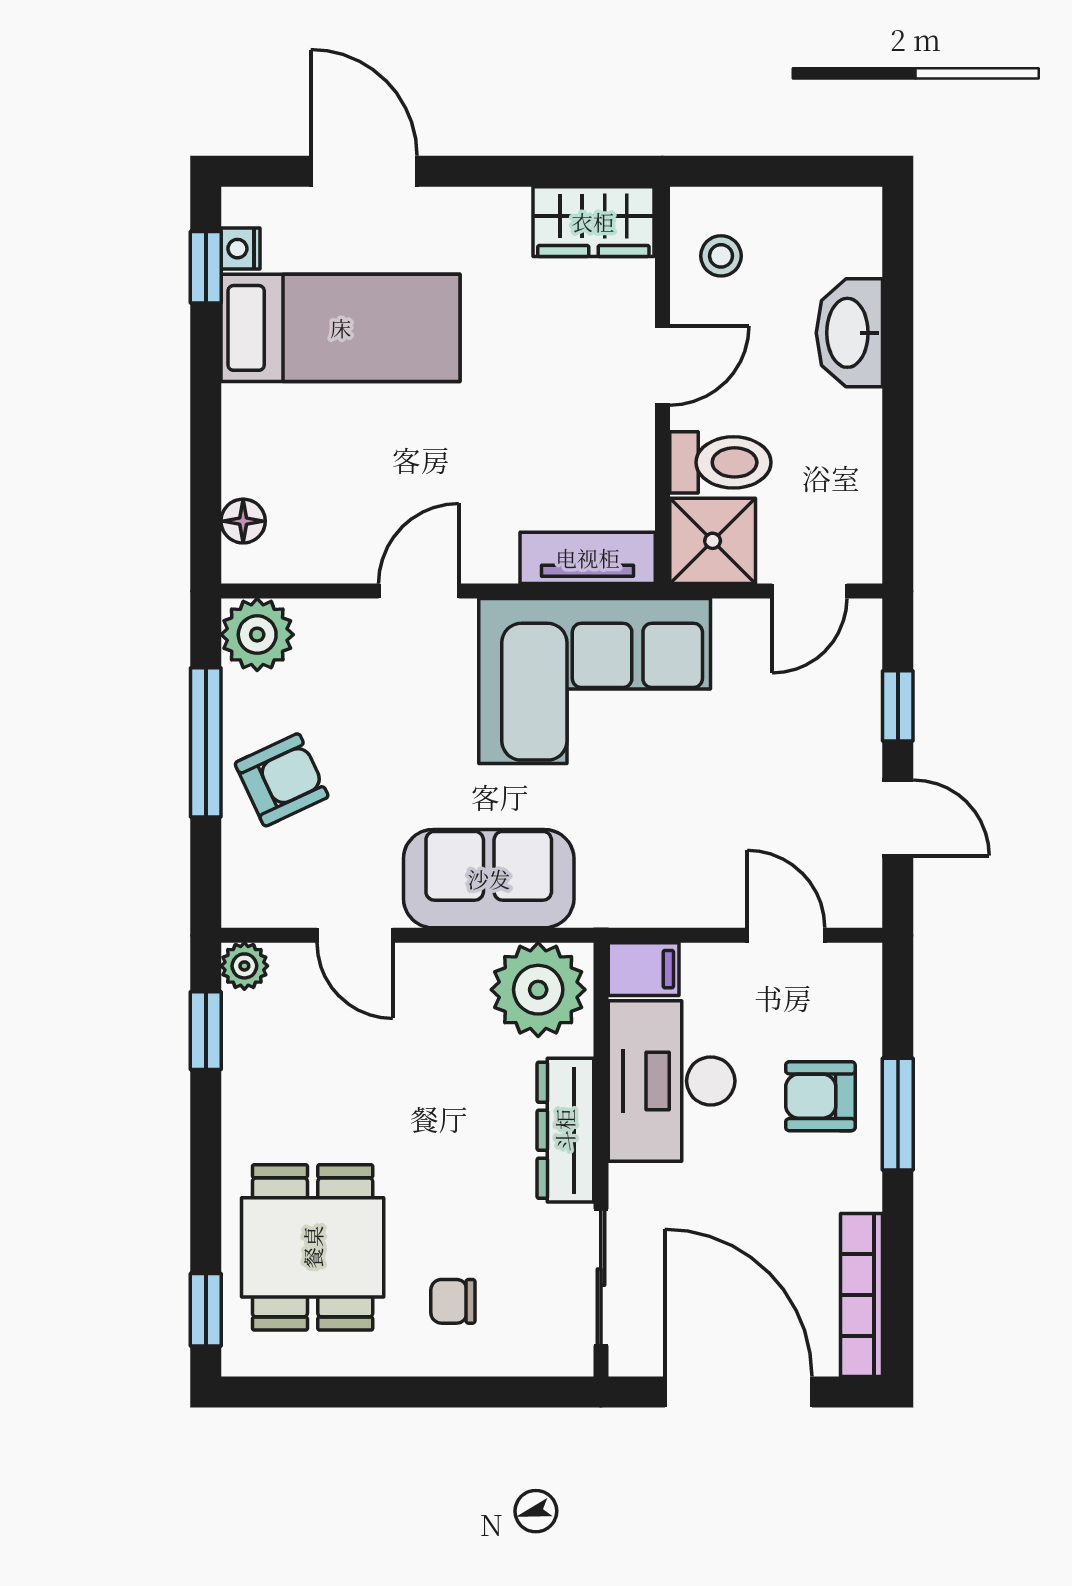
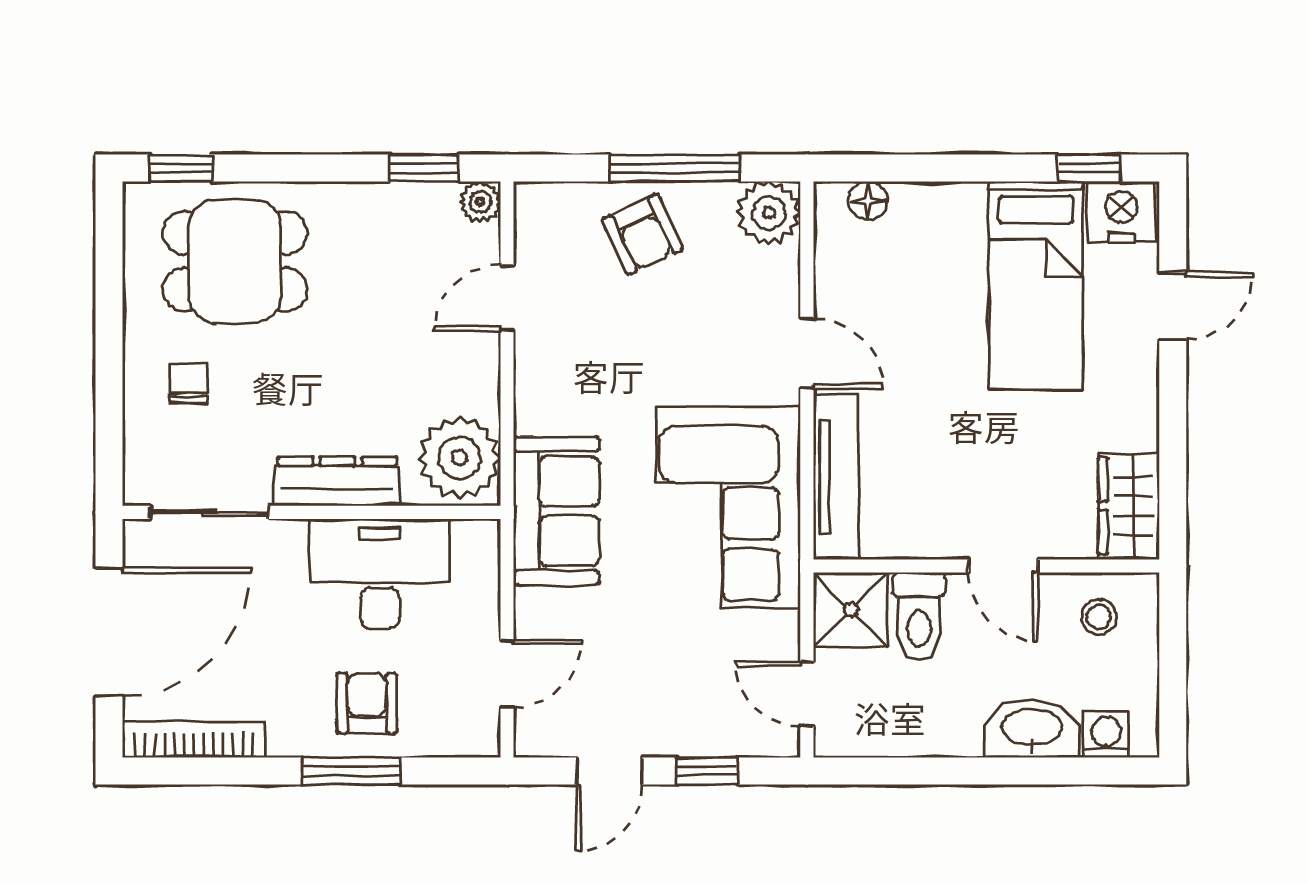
door: (364, 171) -> (1173, 306), width x0.73
washing machine: (856, 248) -> (1106, 735), added
nightstand: (241, 249) -> (1121, 212), width x1.89, depth x1.79
tv unit: (588, 558) -> (836, 477), width x1.41
sofa: (489, 879) -> (556, 511), moved
filing cabinet: (644, 969) -> (477, 550), removed

